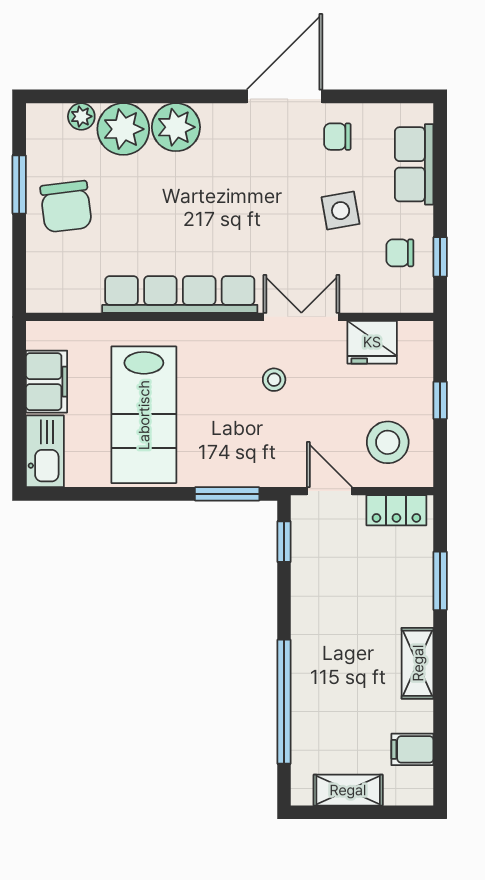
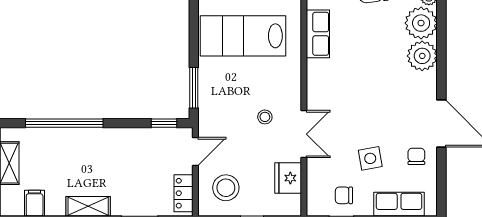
chair: (400, 253) -> (344, 195), turned -90
row of seats: (180, 295) -> (318, 34), width x0.50

